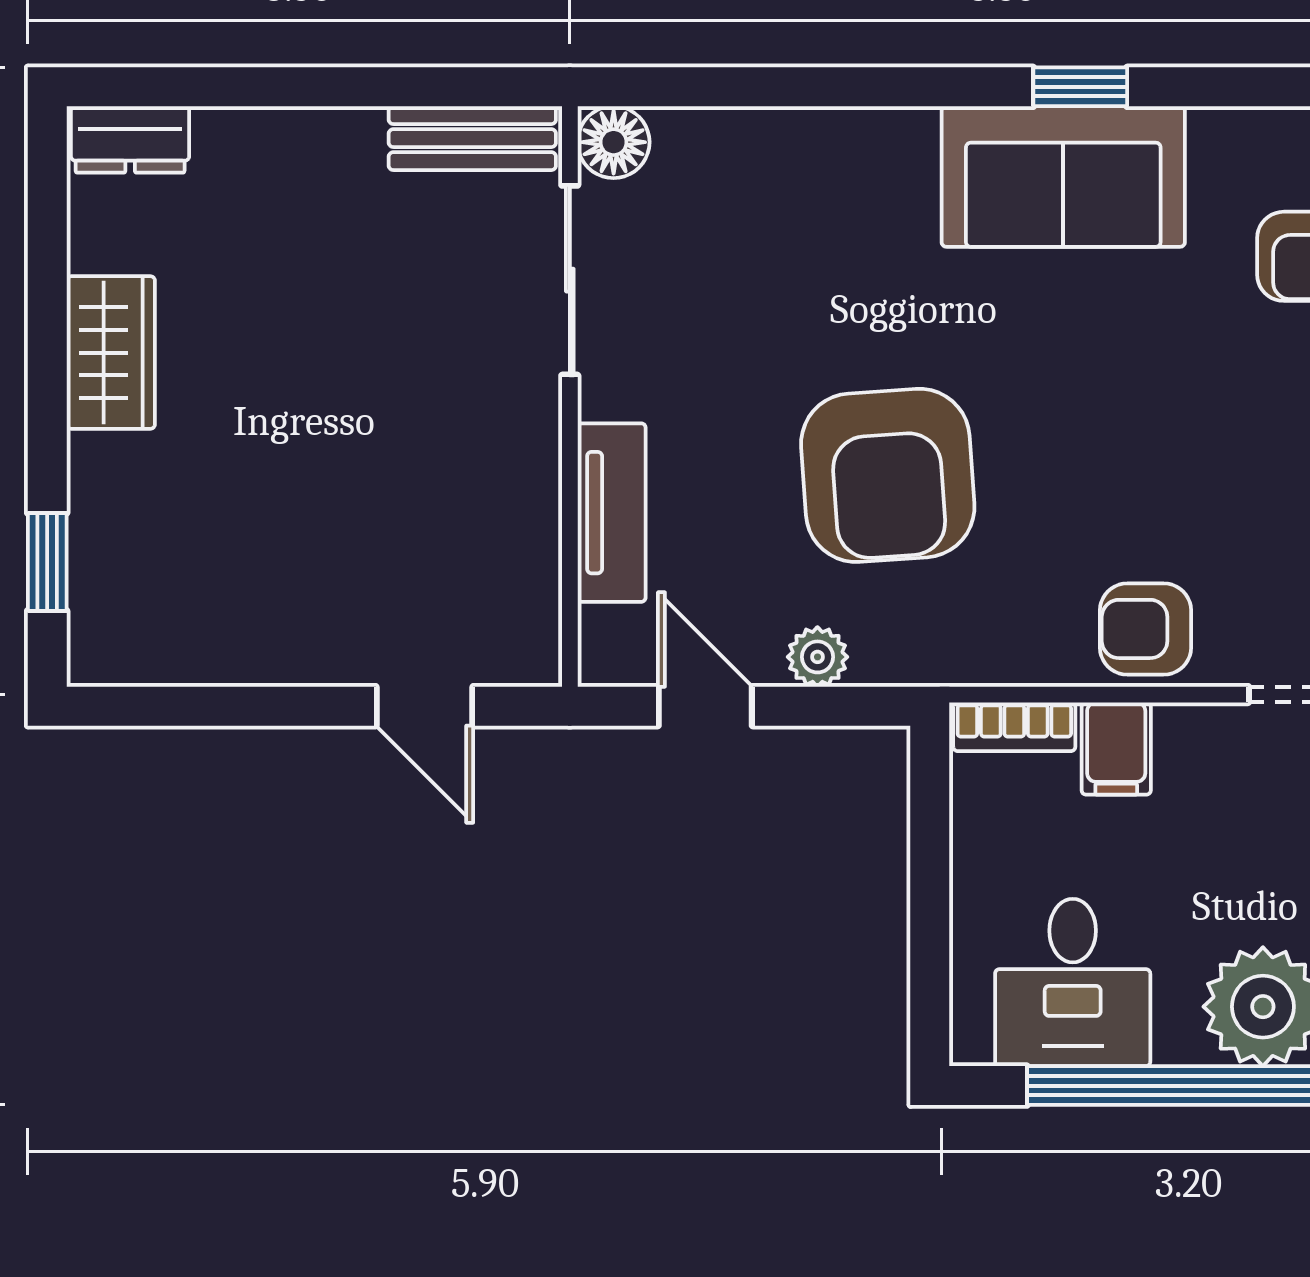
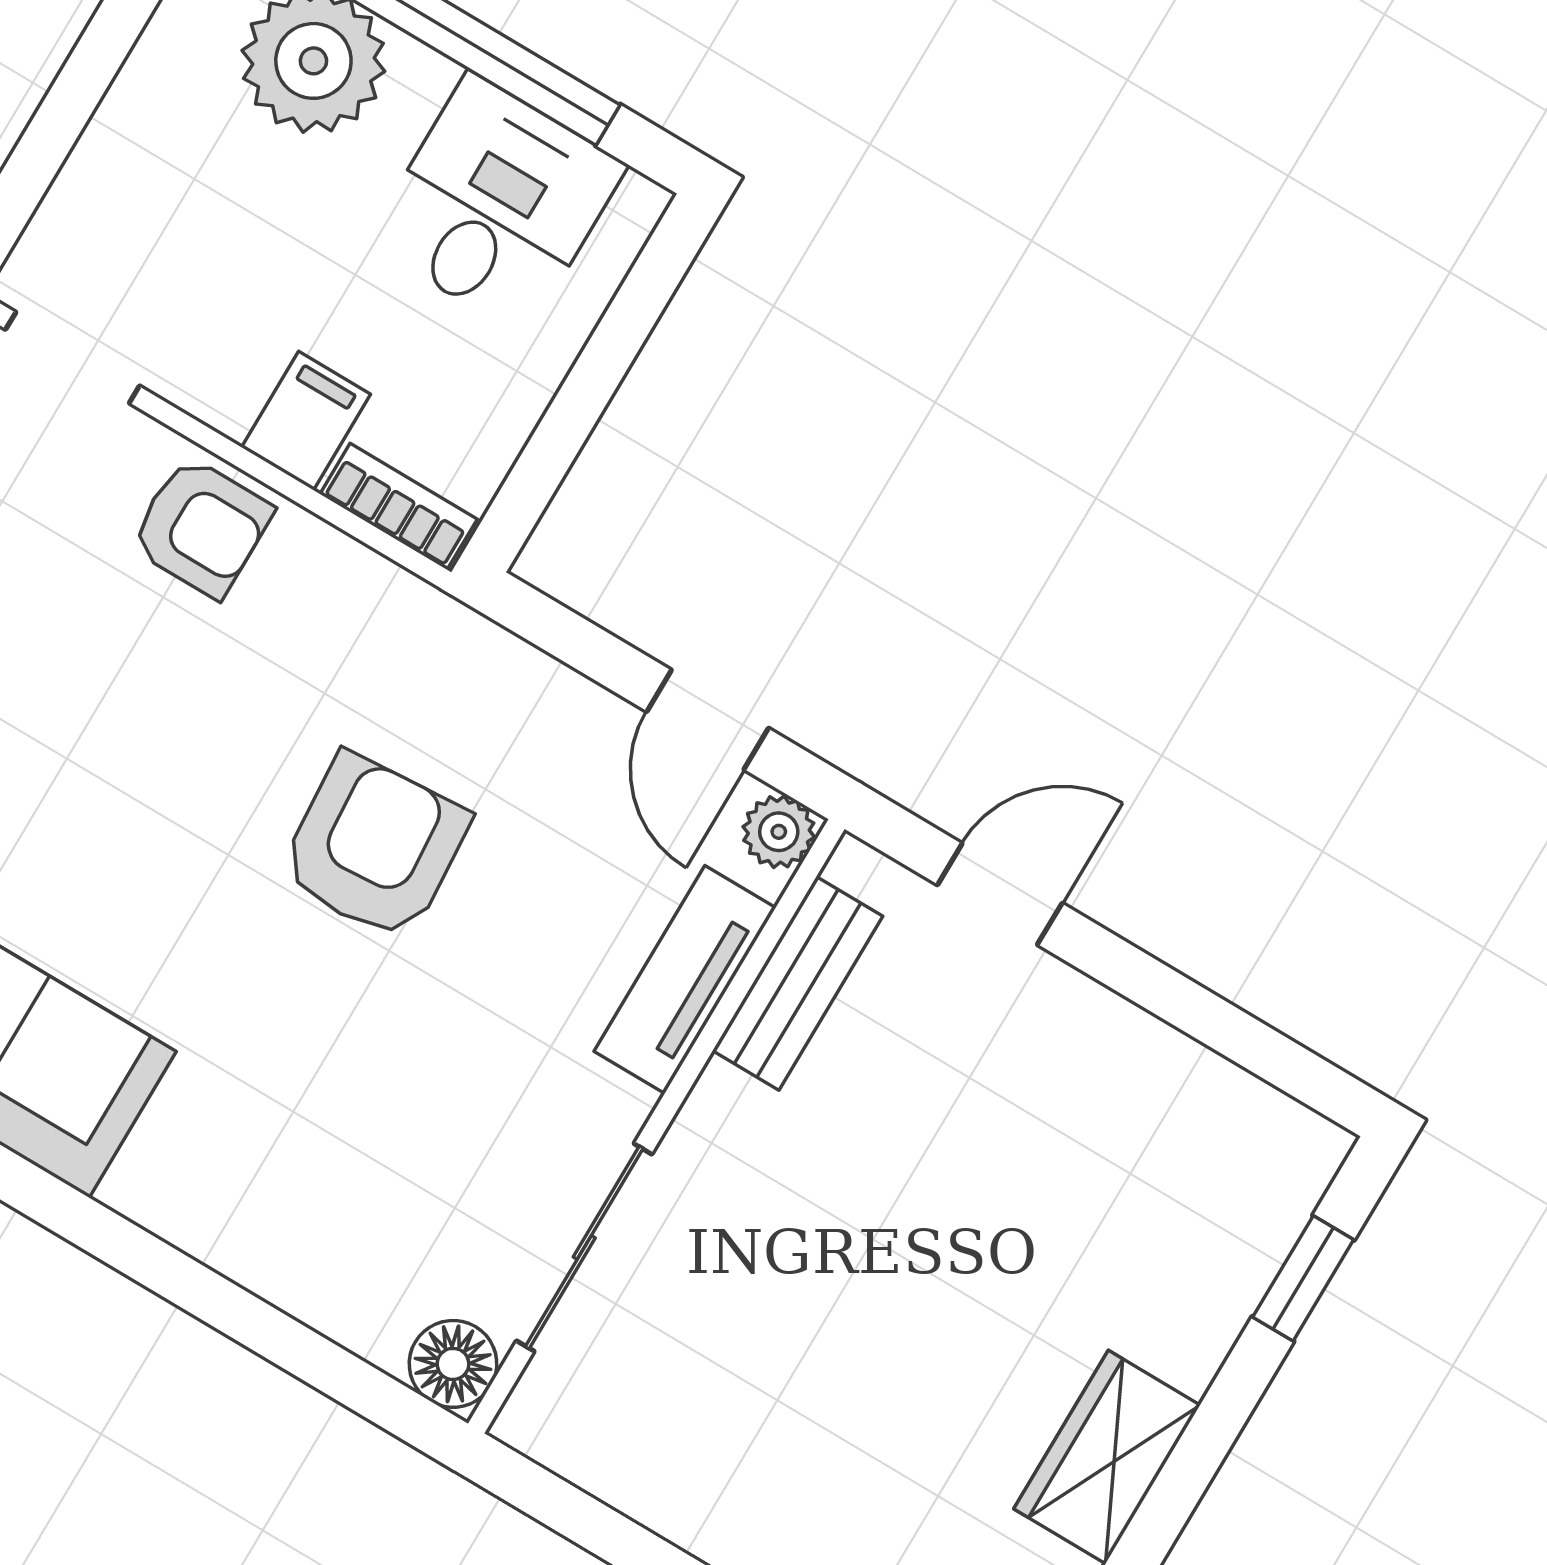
bench: (472, 138) -> (798, 983), moved, turned 90
armchair: (888, 475) -> (374, 847), width x0.73, depth x0.73
plant: (817, 657) -> (779, 832), moved
door: (424, 706) -> (1000, 894), hinge flipped

